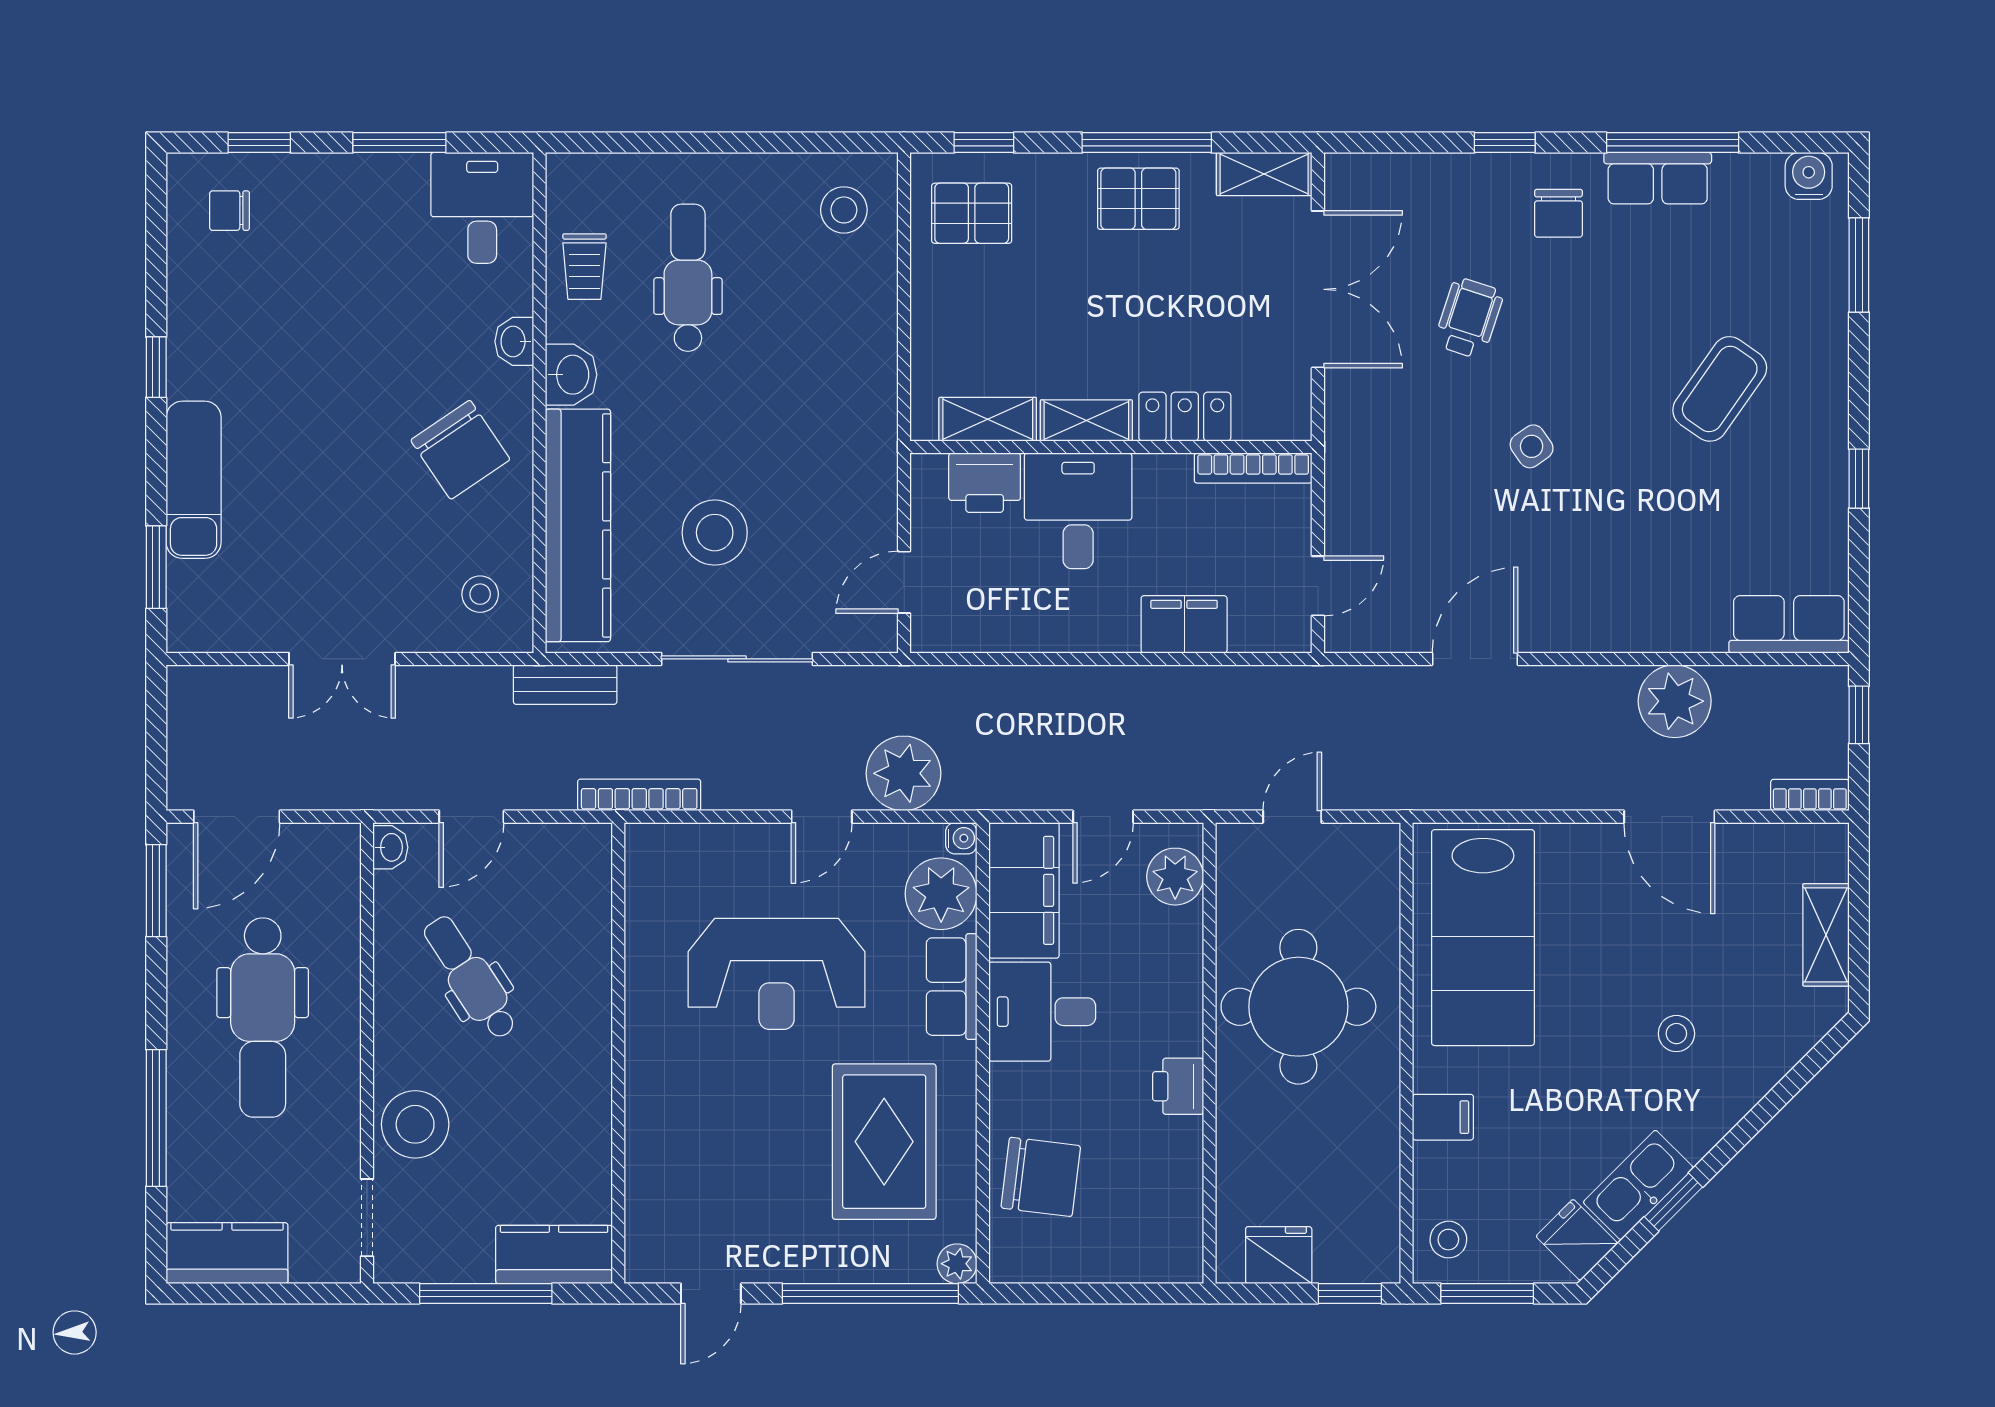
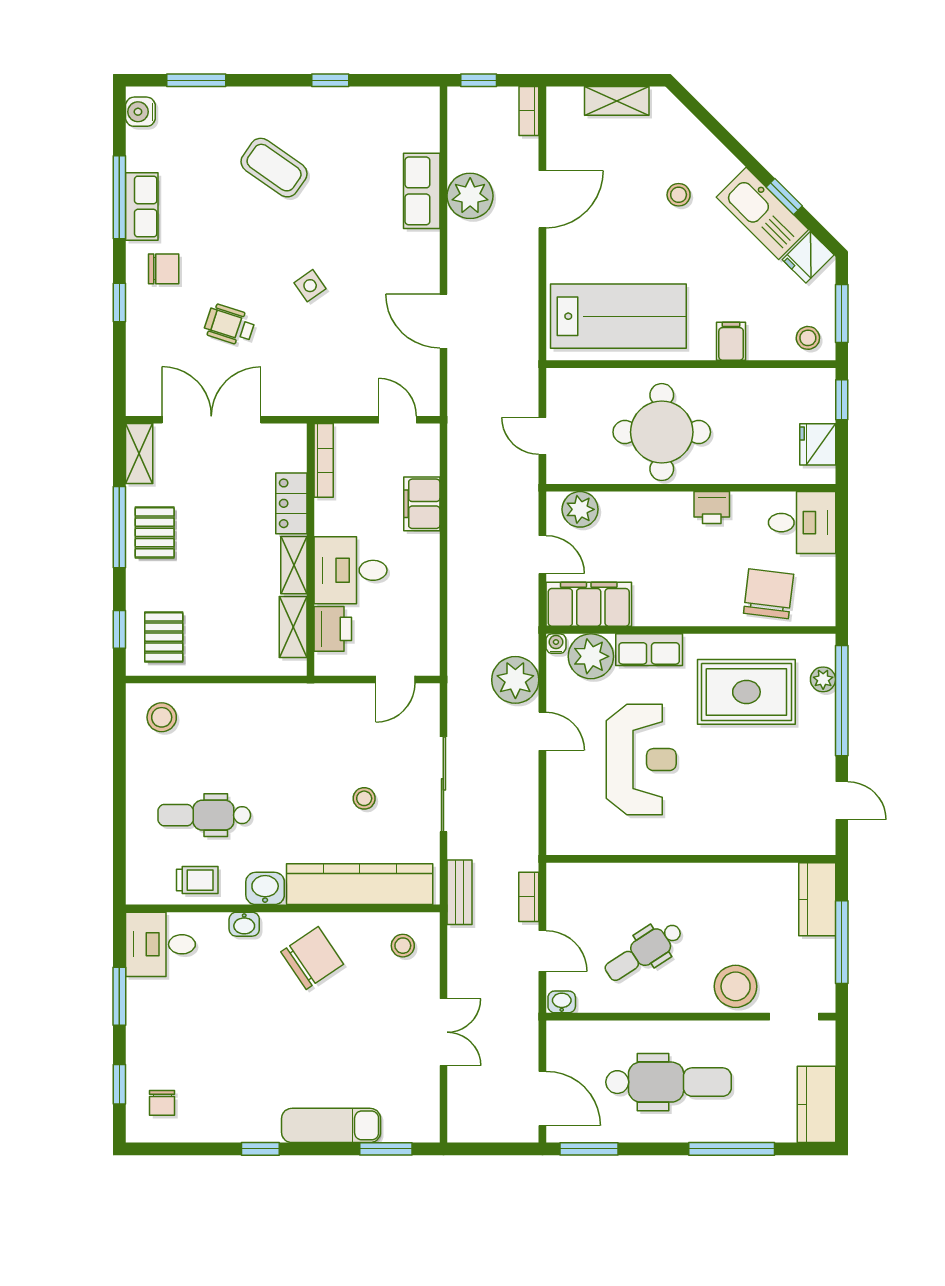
stool: (715, 533) -> (364, 798), width x0.53, depth x0.53
door: (904, 582) -> (395, 680), hinge flipped
row of seats: (1789, 624) -> (422, 191), moved
bookcase: (639, 795) -> (529, 897), moved, width x0.64
desk: (1042, 1012) -> (802, 523), moved, turned -90
kitchen sink: (1638, 1185) -> (762, 213), width x1.36, depth x1.24
plant: (957, 1264) -> (823, 679), moved

